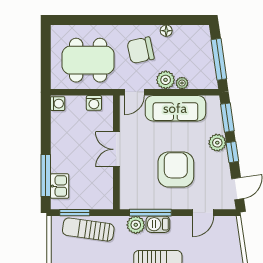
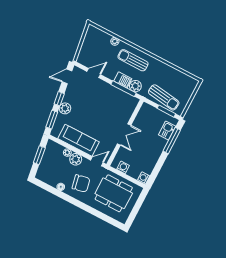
window: (219, 59) -> (39, 155), width x0.69
armchair: (176, 170) -> (96, 105), removed

